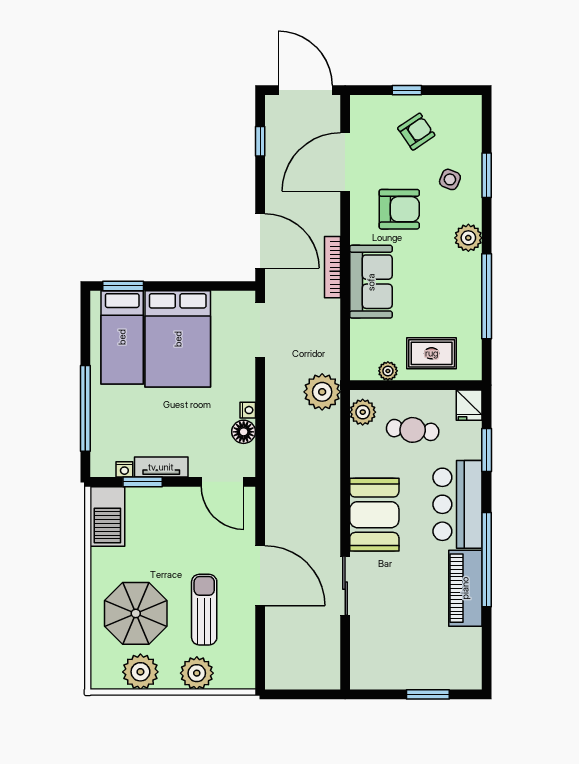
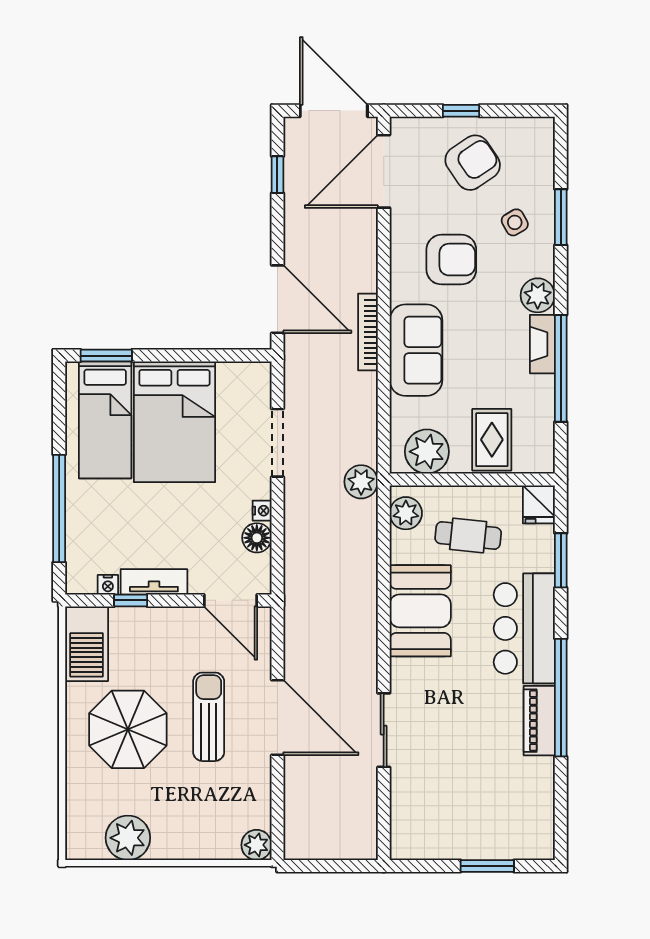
armchair: (416, 132) -> (473, 163), width x1.38, depth x1.38
door: (345, 162) -> (384, 171), moved
side table: (450, 179) -> (515, 222), turned 38
fireplace: (472, 277) -> (542, 344), added
doorway: (260, 330) -> (277, 443), moved
rug: (432, 353) -> (492, 440), turned 90
plant: (388, 371) -> (427, 452), width x1.87, depth x1.87
plant: (322, 392) -> (361, 482), width x0.73, depth x0.73
window: (143, 482) -> (131, 600), width x0.67
booth: (374, 515) -> (420, 611), moved
piano: (465, 588) -> (539, 721), width x0.73, depth x0.75
sun lounger: (204, 610) -> (209, 717), moved
parasol: (136, 613) -> (128, 729), moved
plant: (197, 673) -> (256, 845), moved, width x0.73, depth x0.73

